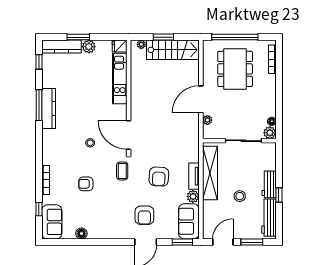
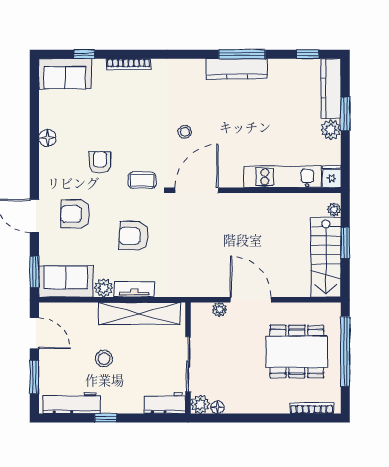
armchair: (86, 184) -> (100, 162), moved
workbench: (269, 184) -> (165, 403), moved
floor lamp: (81, 234) -> (47, 138), moved

